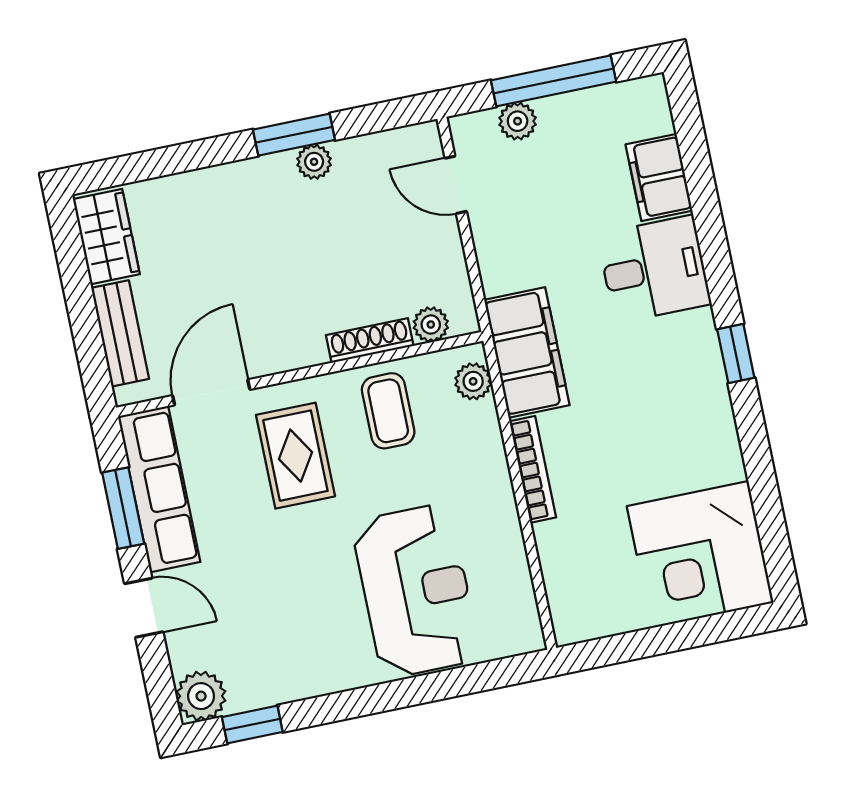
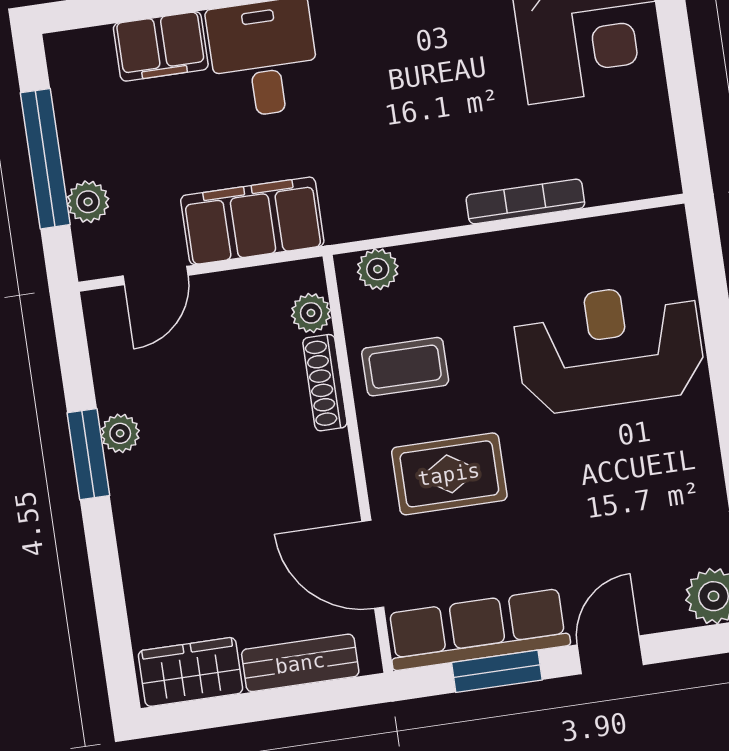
filing cabinet: (527, 352) -> (252, 221), moved
bookcase: (533, 469) -> (525, 201), moved

